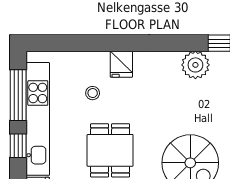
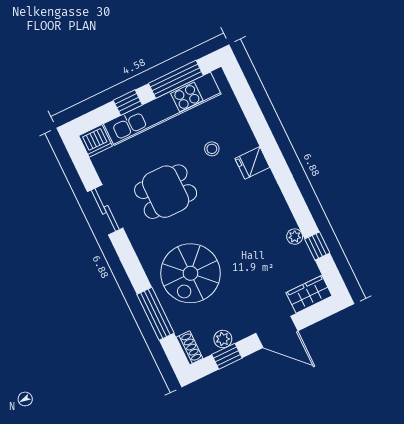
plant: (195, 65) -> (295, 237), width x0.53, depth x0.53

